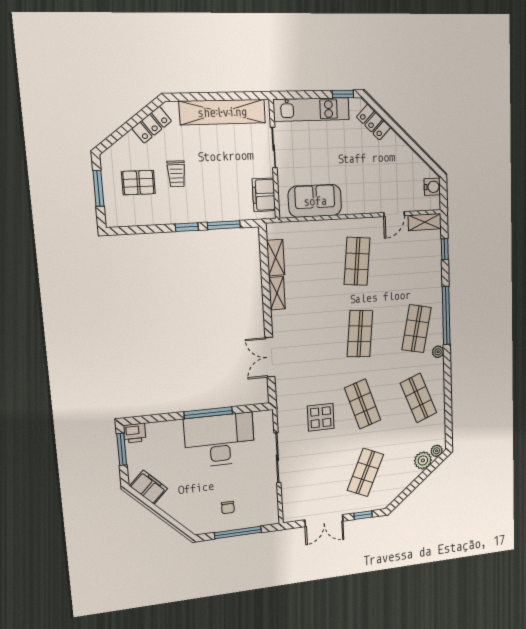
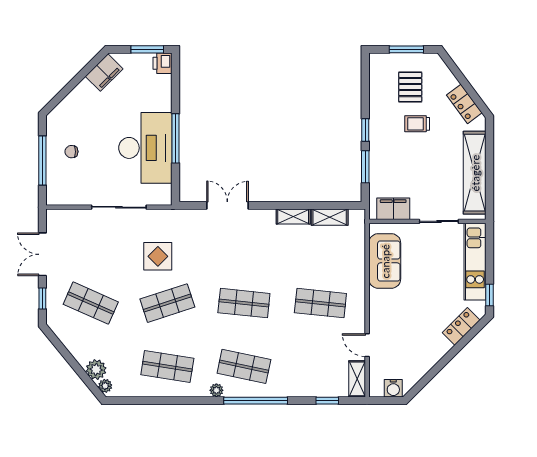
shop shelf: (419, 398) -> (167, 366), turned 30

